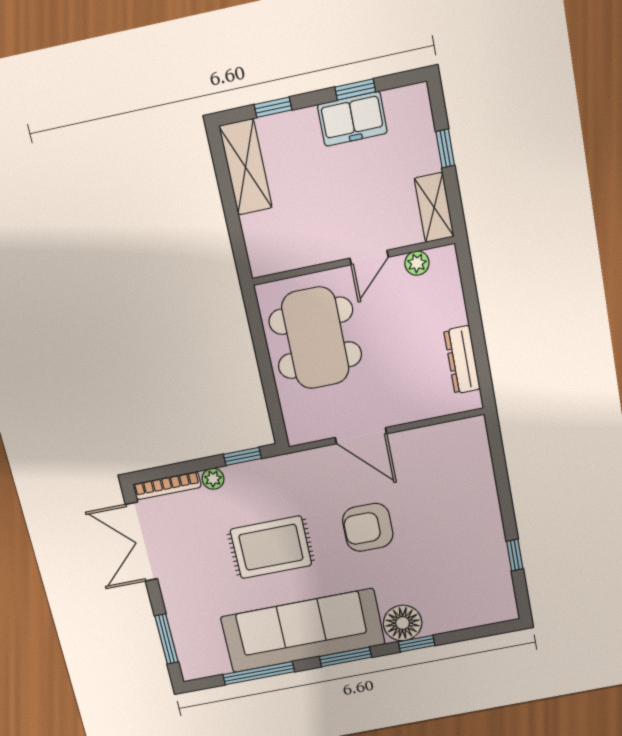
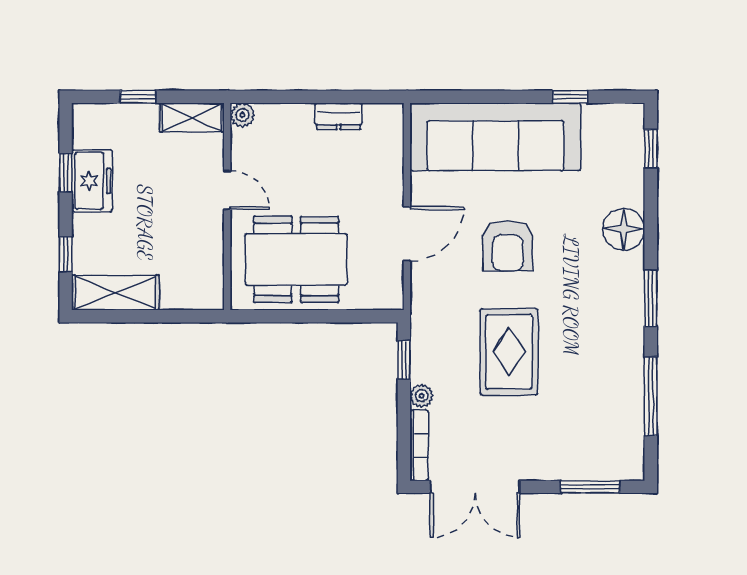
plant: (417, 263) -> (242, 115), moved
dresser: (462, 360) -> (339, 116), width x0.70
sofa: (303, 631) -> (495, 137), moved, turned -90
window: (417, 644) -> (651, 149), moved

